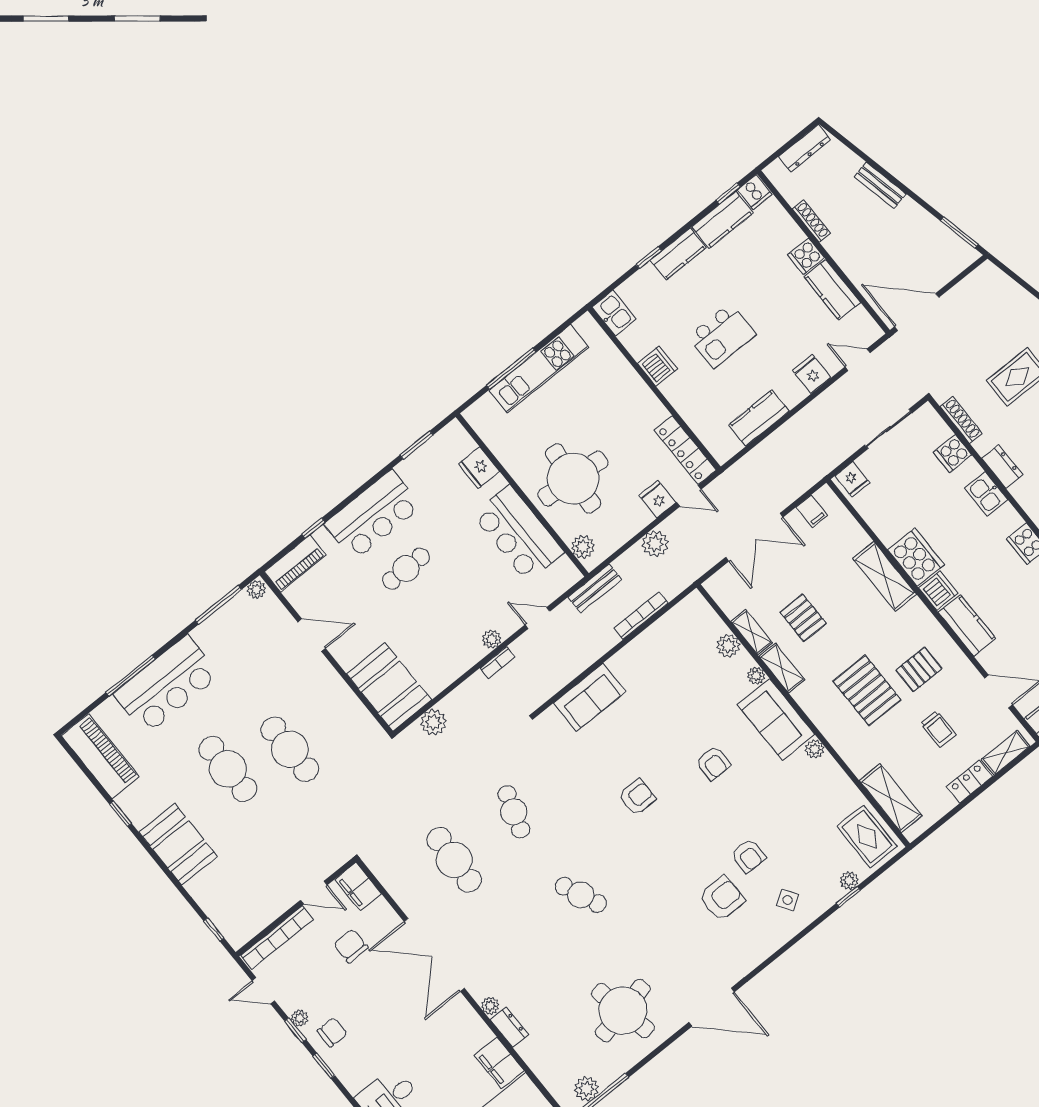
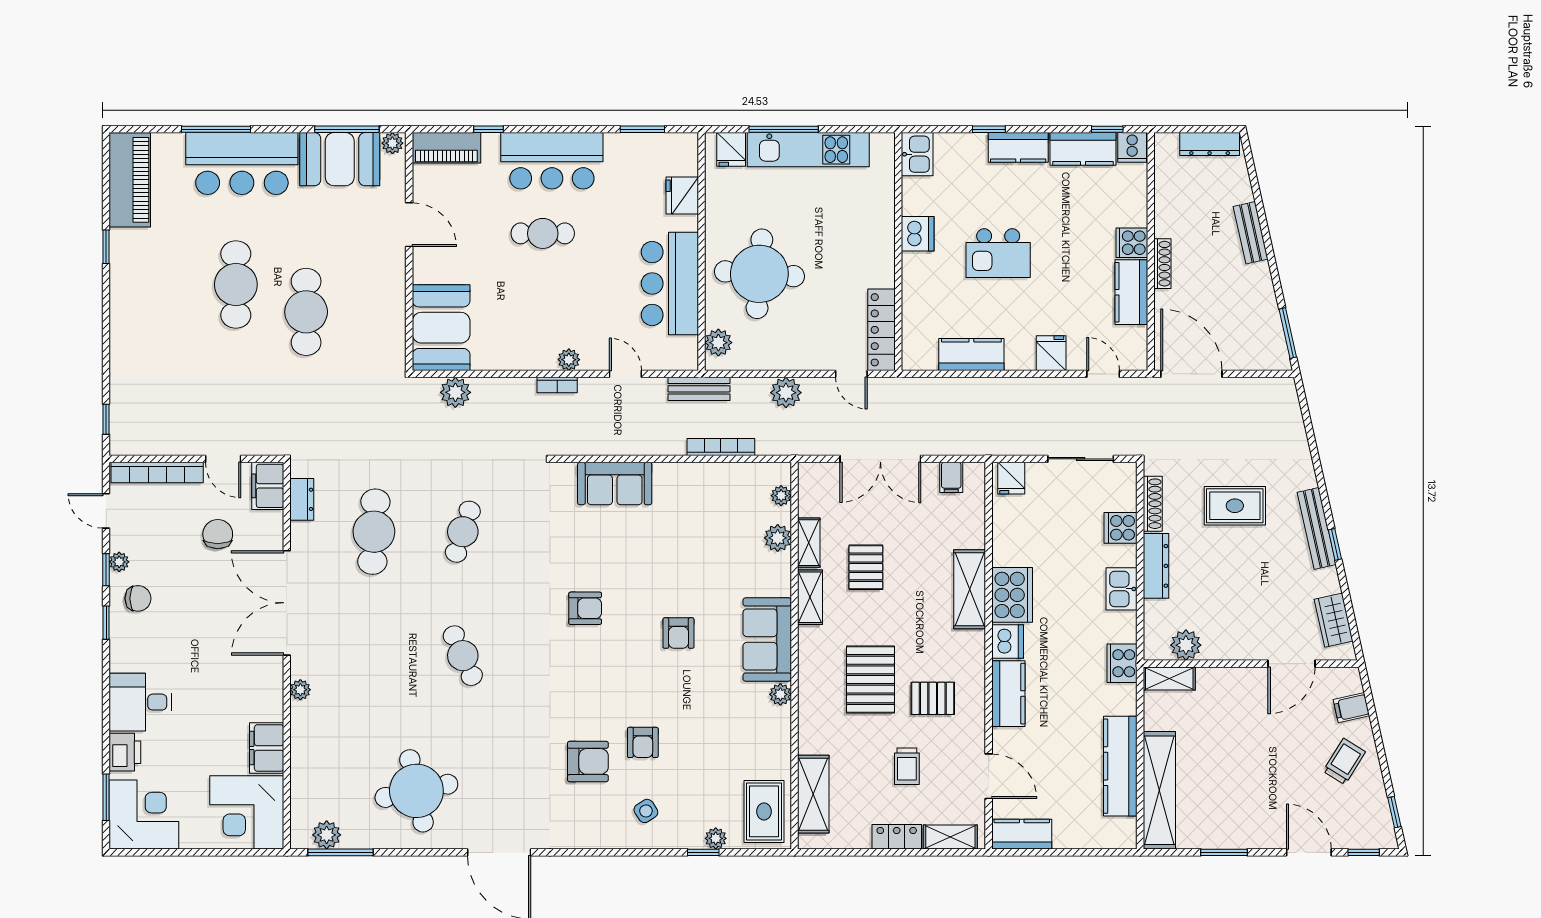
shoe rack: (811, 221) -> (1162, 264), moved
dresser: (1002, 466) -> (1156, 566), width x1.44
fridge: (657, 499) -> (731, 149), moved, turned 180
plant: (756, 676) -> (781, 496), moved
booth: (178, 844) -> (340, 159), moved, turned 90
dresser: (509, 1027) -> (302, 499), moved

